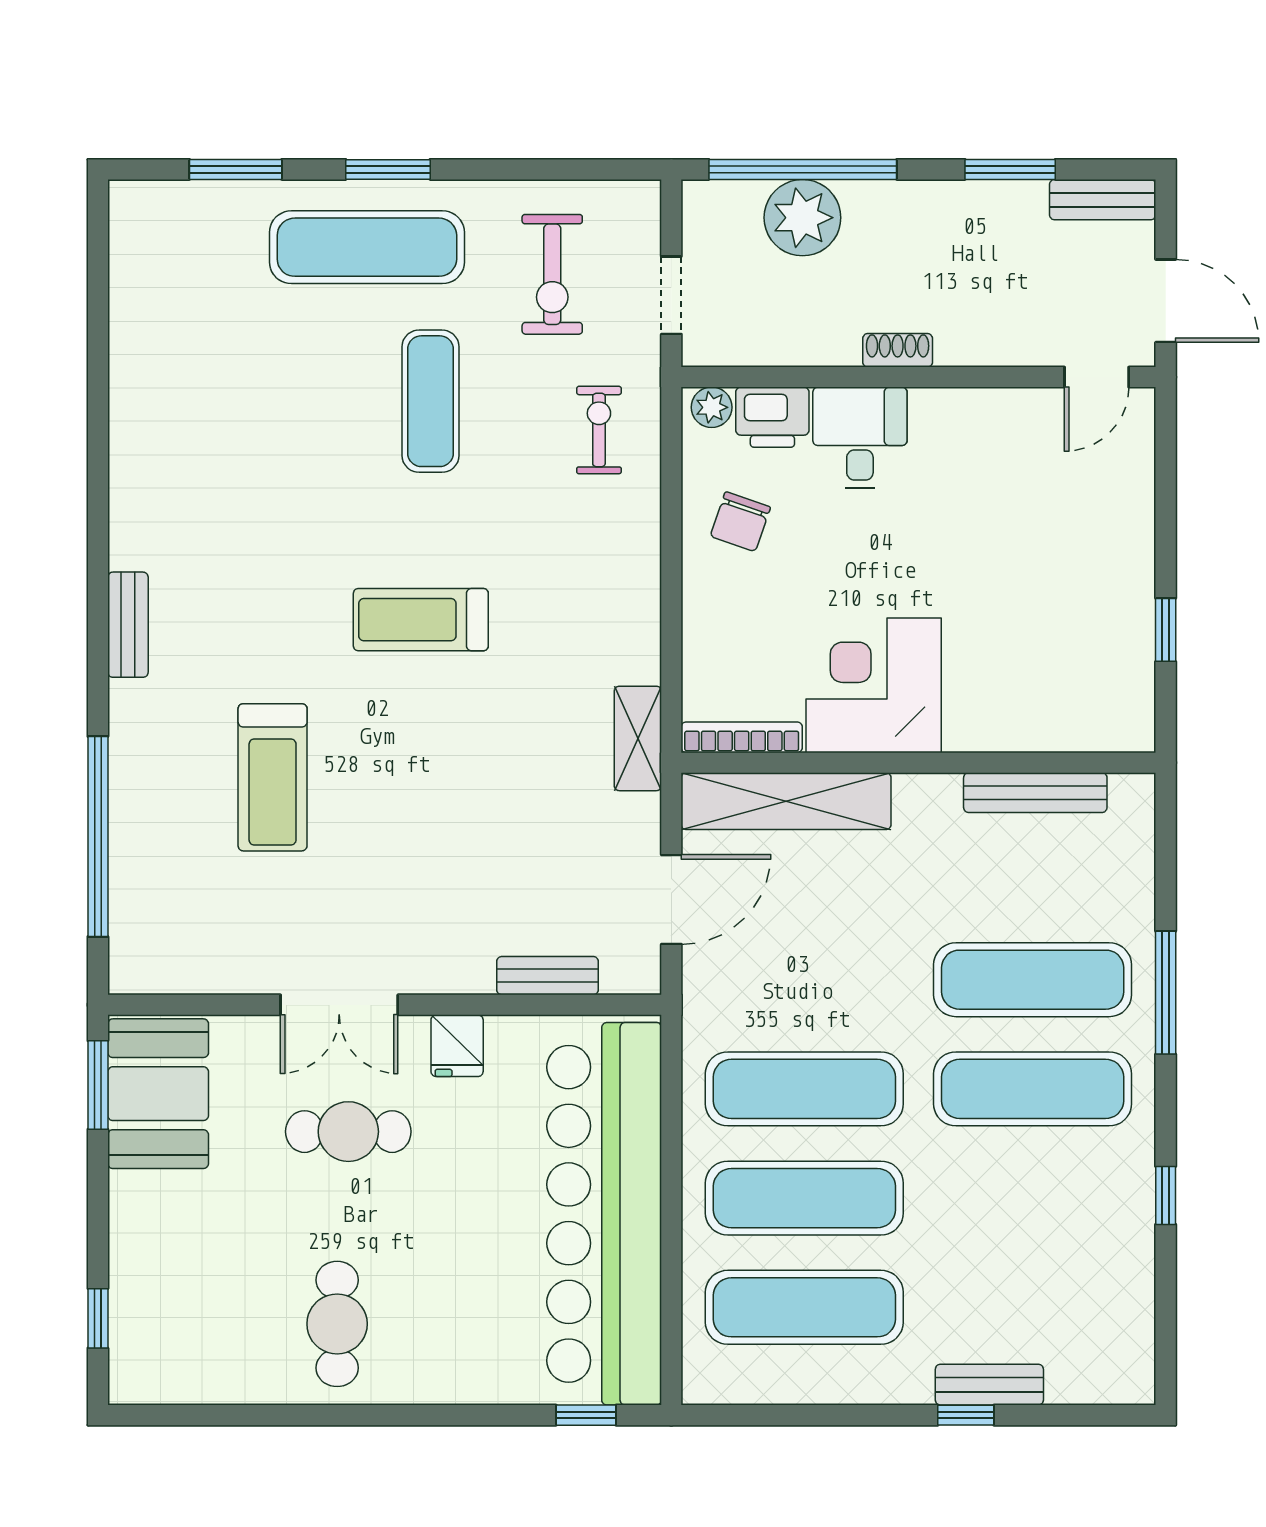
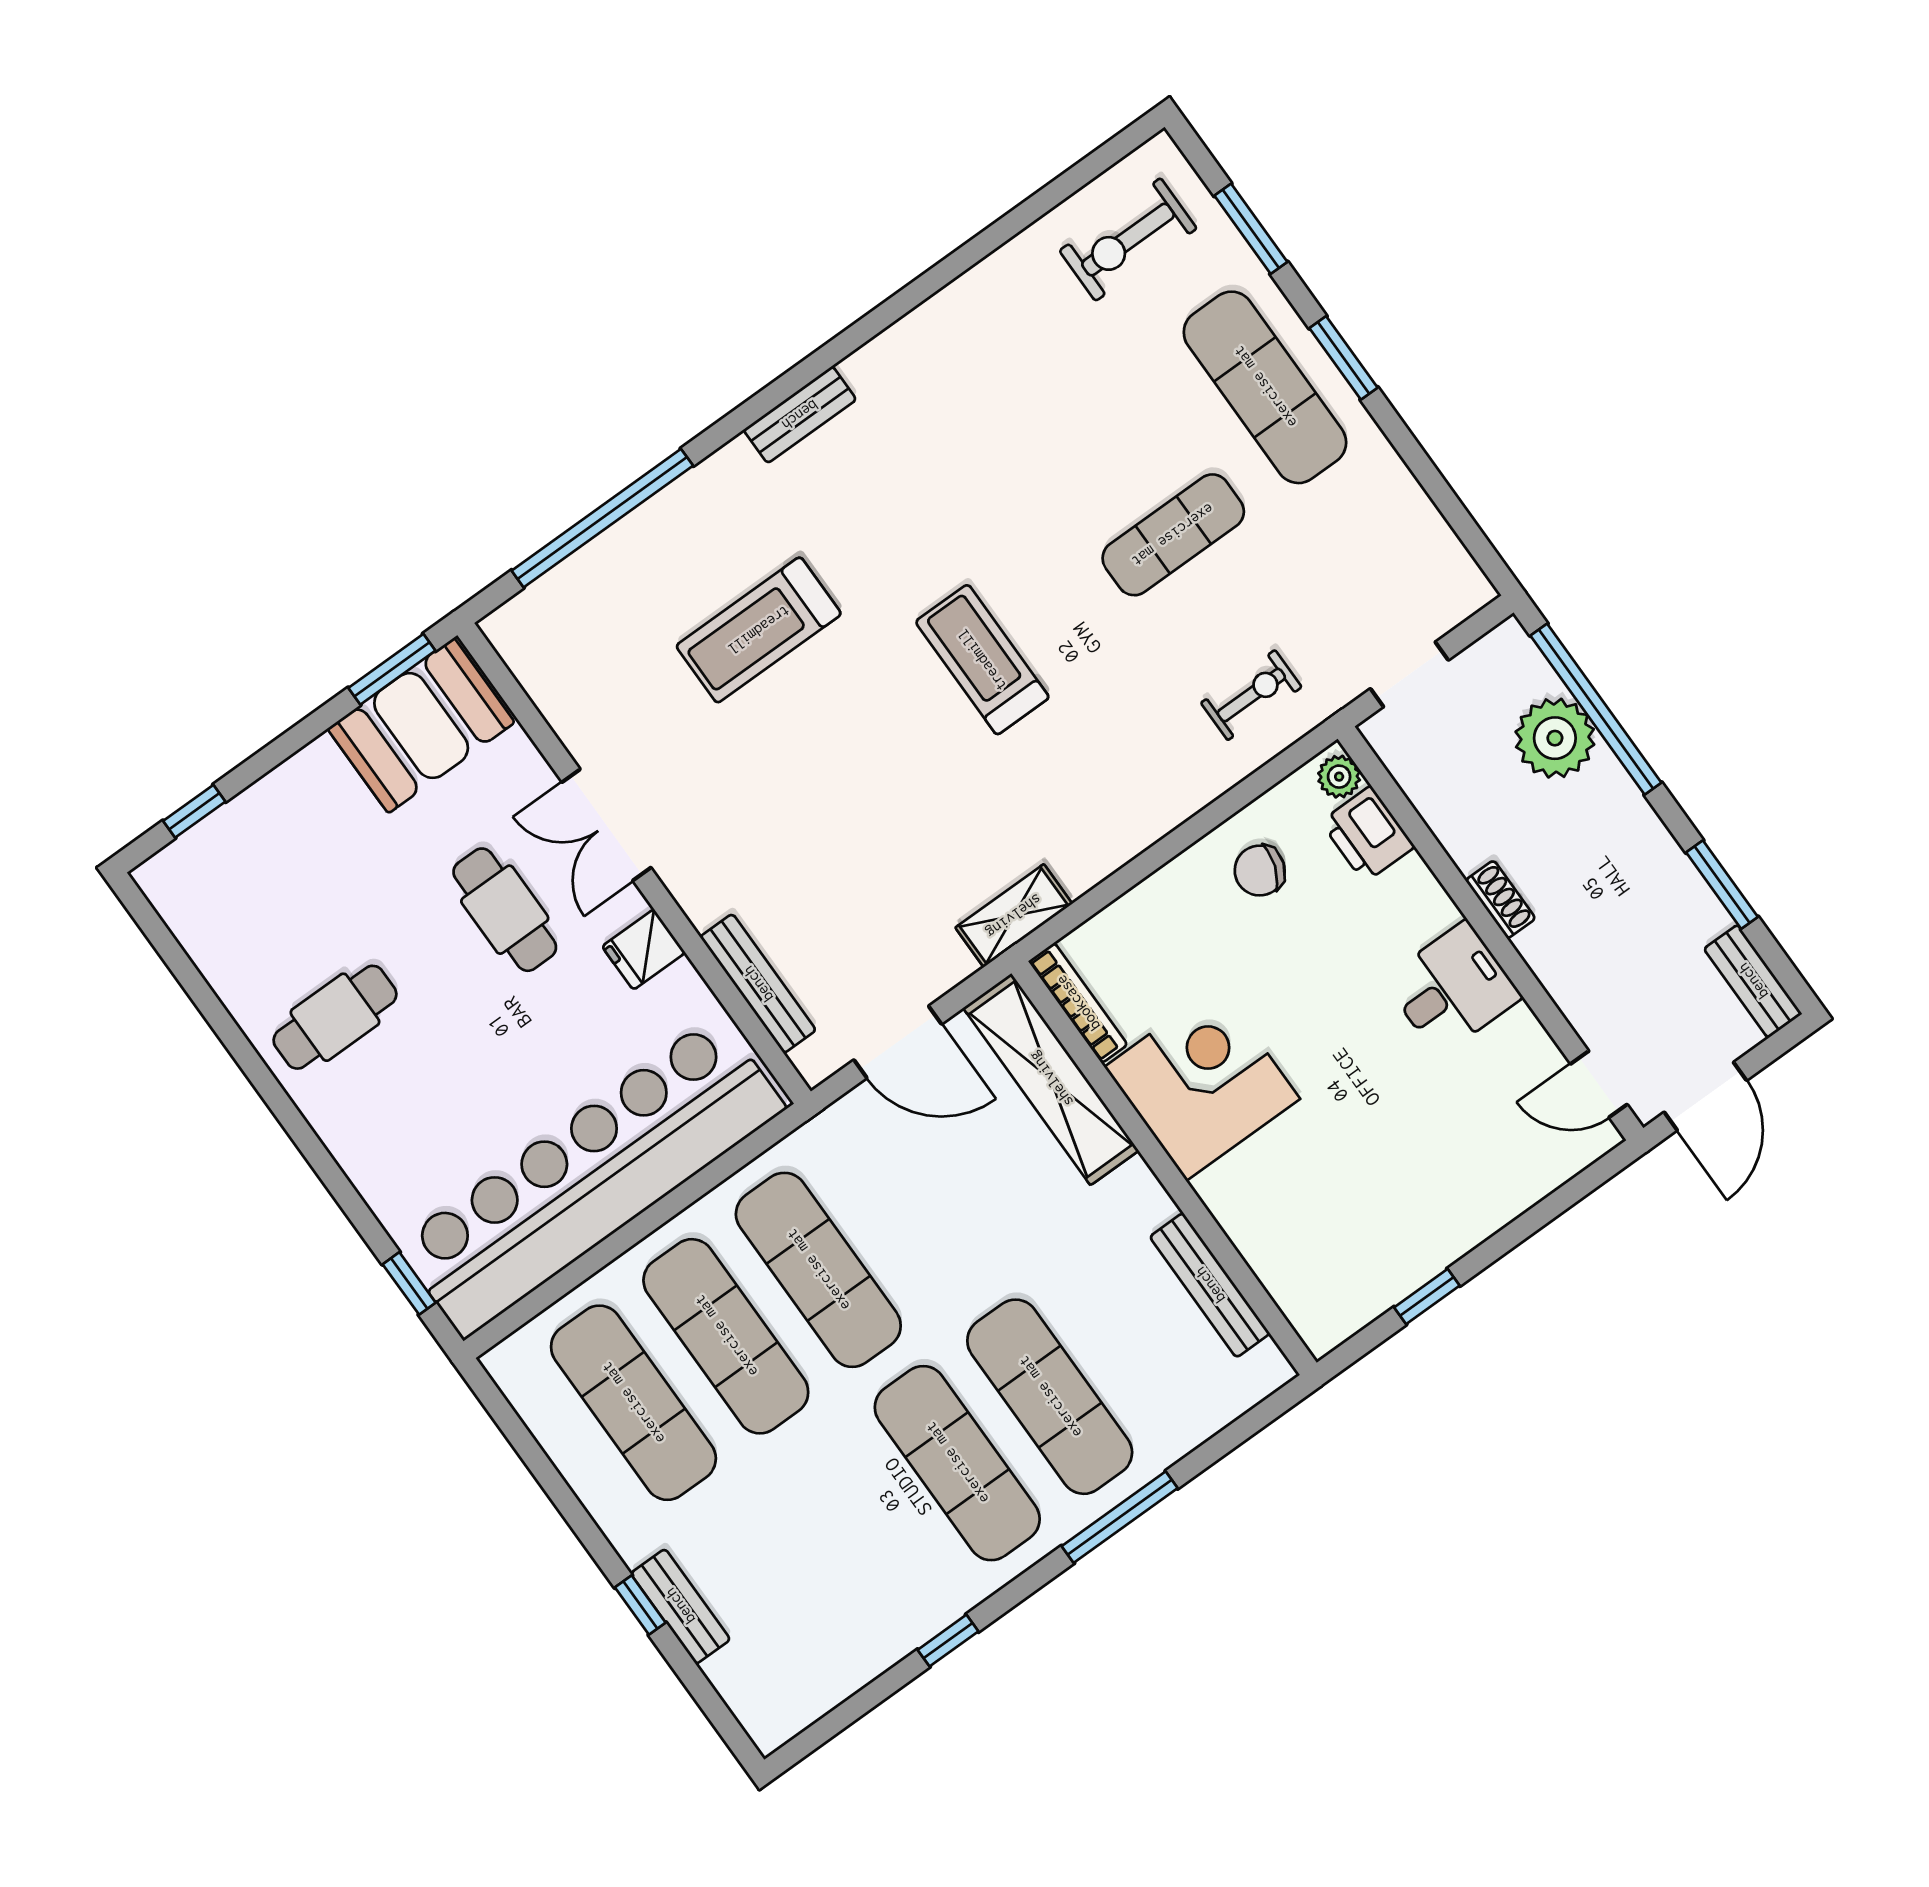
exercise bike: (552, 274) -> (1128, 240), moved
desk: (860, 438) -> (1452, 988), moved
bench: (548, 976) -> (758, 984), width x1.36

